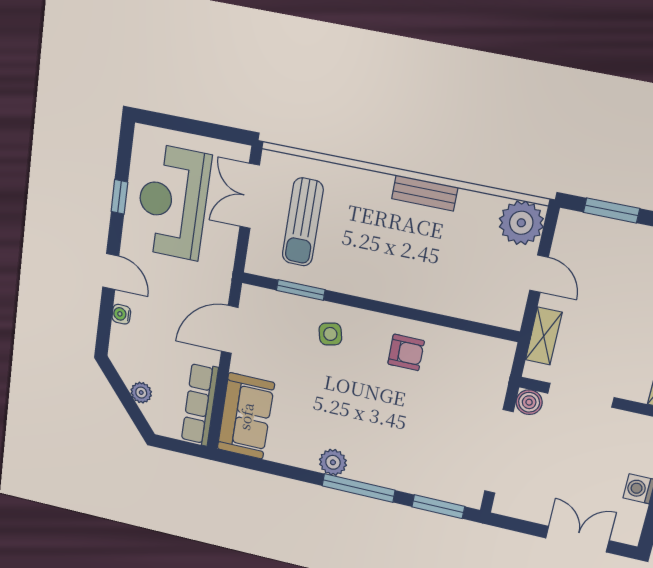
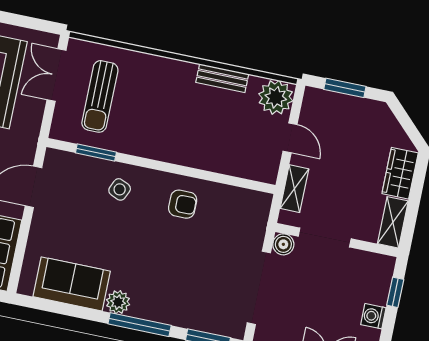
bench: (425, 193) -> (222, 78), moved
side table: (330, 334) -> (120, 189), turned 37
sofa: (246, 416) -> (72, 284), moved, turned -90

